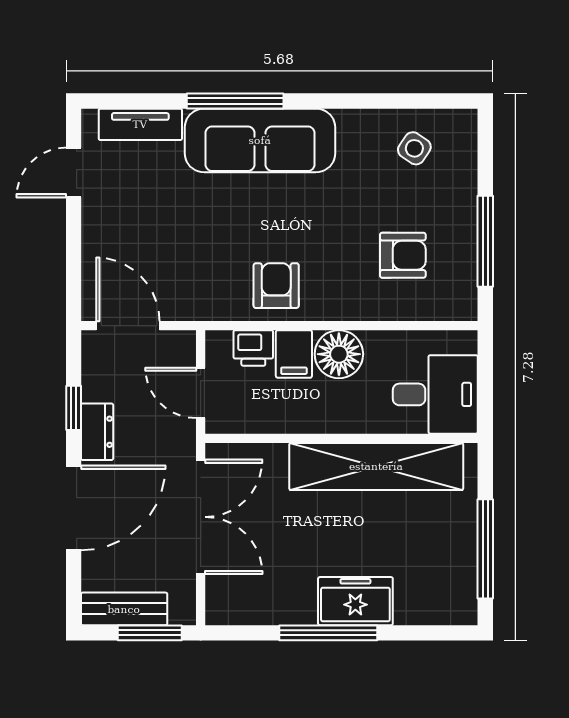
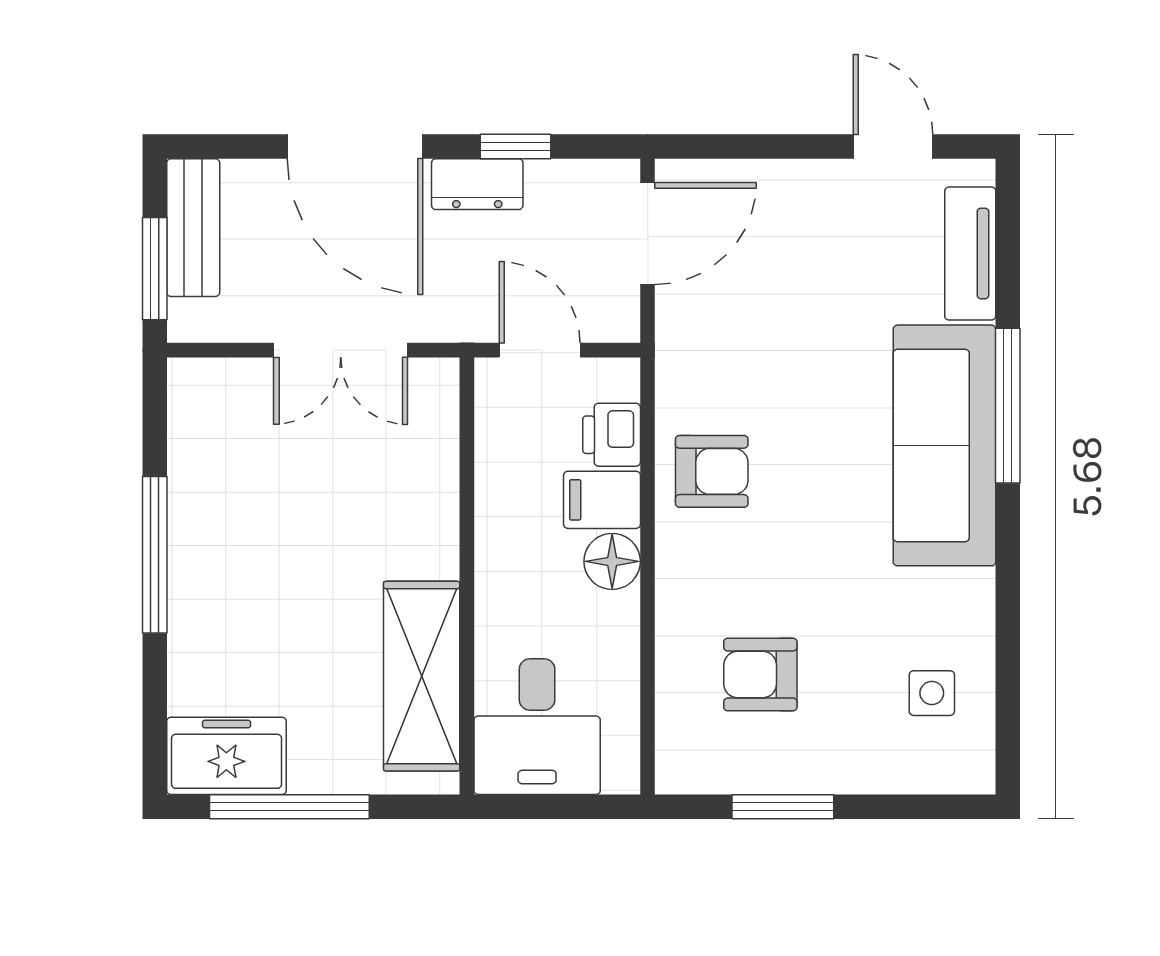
side table: (414, 148) -> (932, 693), turned -34
window: (485, 241) -> (783, 807), width x0.69
armchair: (403, 255) -> (760, 675), turned 90
floor lamp: (339, 354) -> (612, 561), width x0.73, depth x0.73
door: (201, 393) -> (540, 350), hinge flipped
shelving: (376, 466) -> (422, 676), width x0.68
double door: (201, 517) -> (341, 350), width x0.73
freezer: (355, 601) -> (226, 756), moved, turned -90

